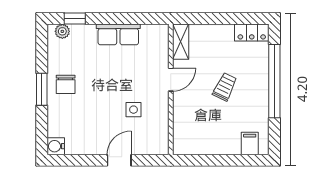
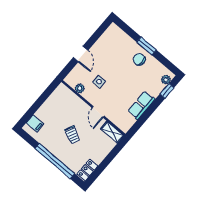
plant: (162, 126) -> (80, 88), added
water cooler: (56, 146) -> (113, 29), removed

